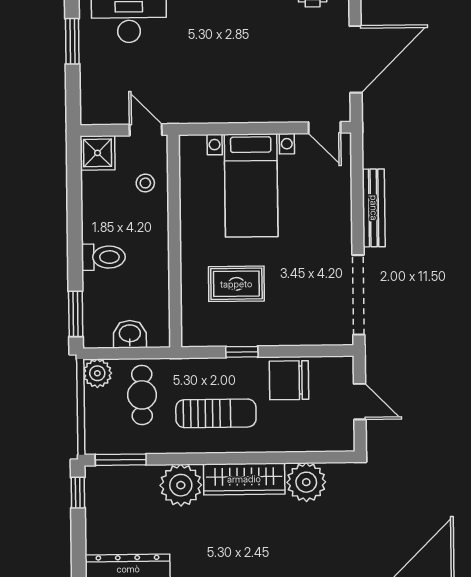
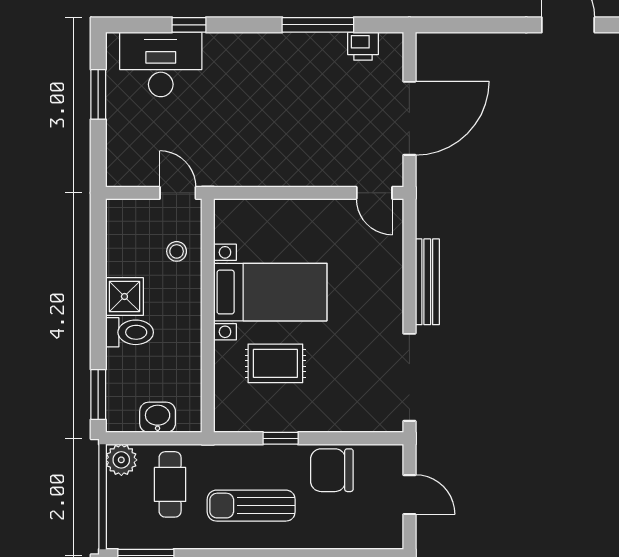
shower: (98, 153) -> (124, 297), moved
bed with nightstands: (251, 185) -> (270, 292), moved, turned -90
sun lounger: (216, 413) -> (251, 506), turned 180

